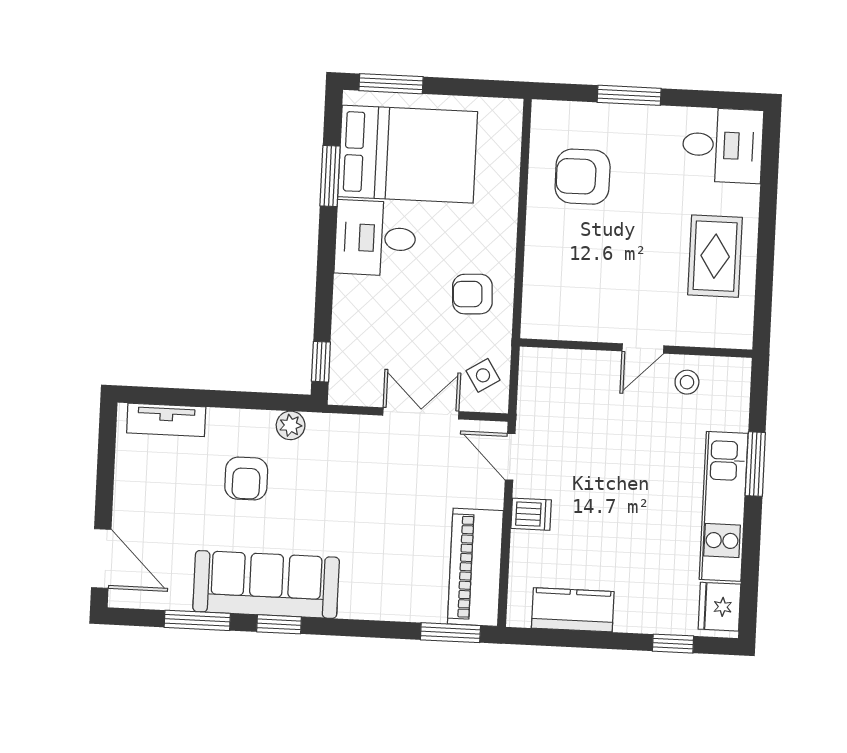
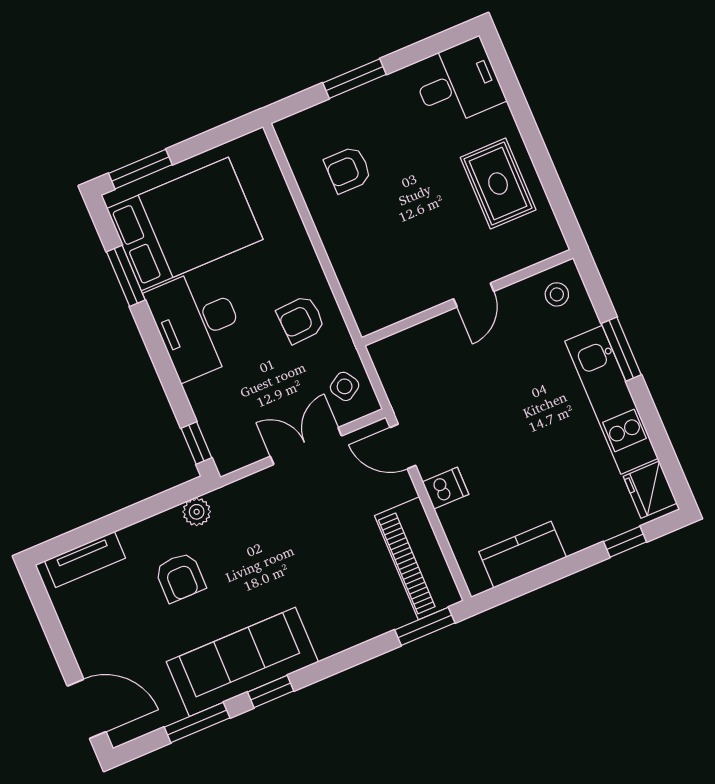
armchair: (583, 177) -> (348, 170), width x0.72, depth x0.72
desk: (375, 238) -> (197, 324), width x1.37
stool: (687, 382) -> (557, 294), moved

